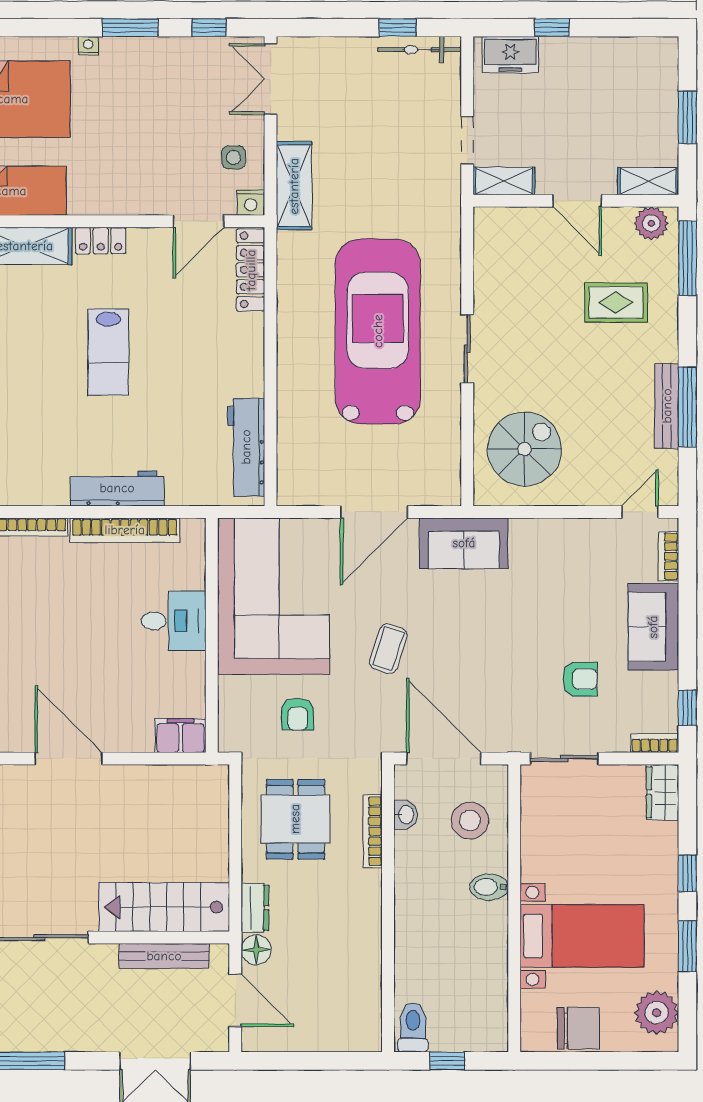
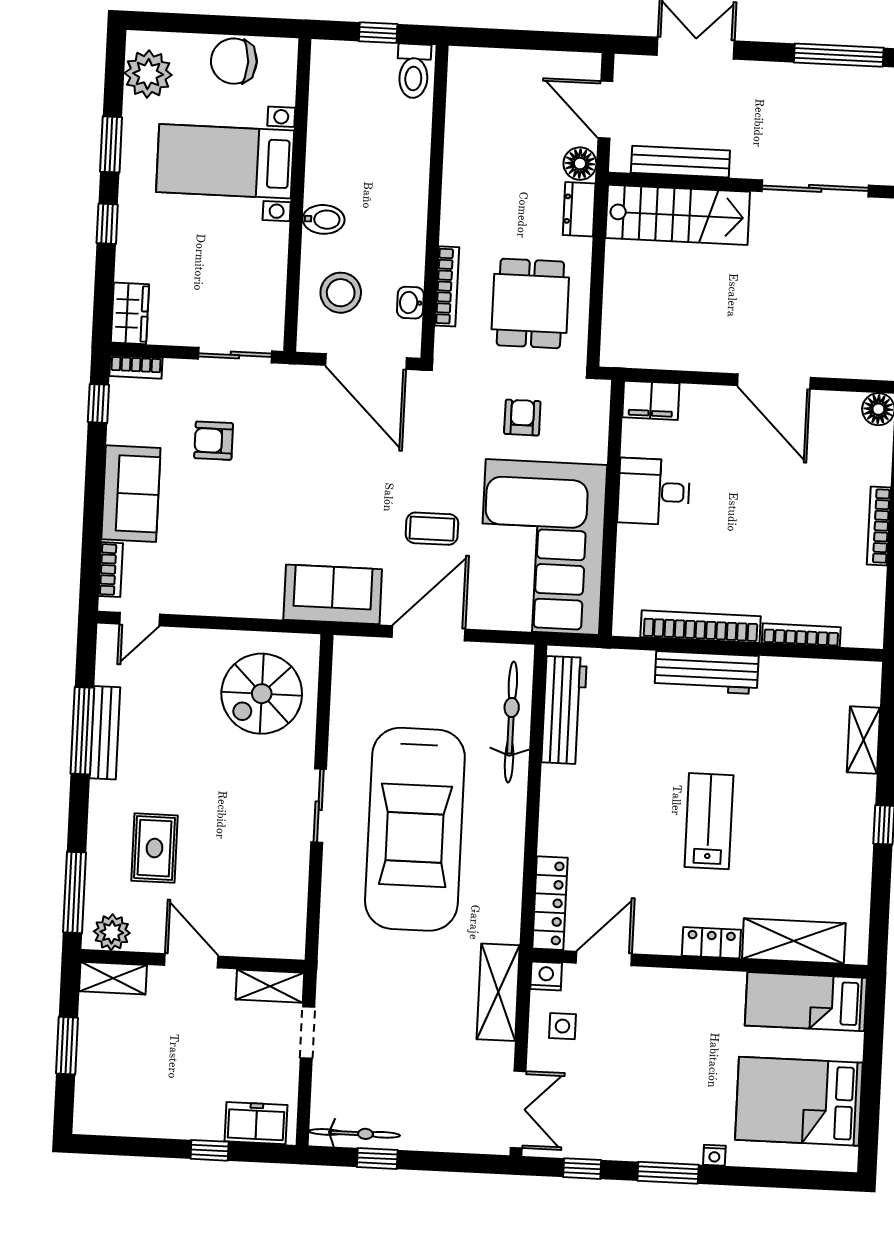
rug: (616, 303) -> (154, 848), turned 90
bicycle: (294, 434) -> (511, 722), added
desk: (174, 621) -> (654, 492), moved
coffee table: (388, 649) -> (432, 529), moved, turned 72

